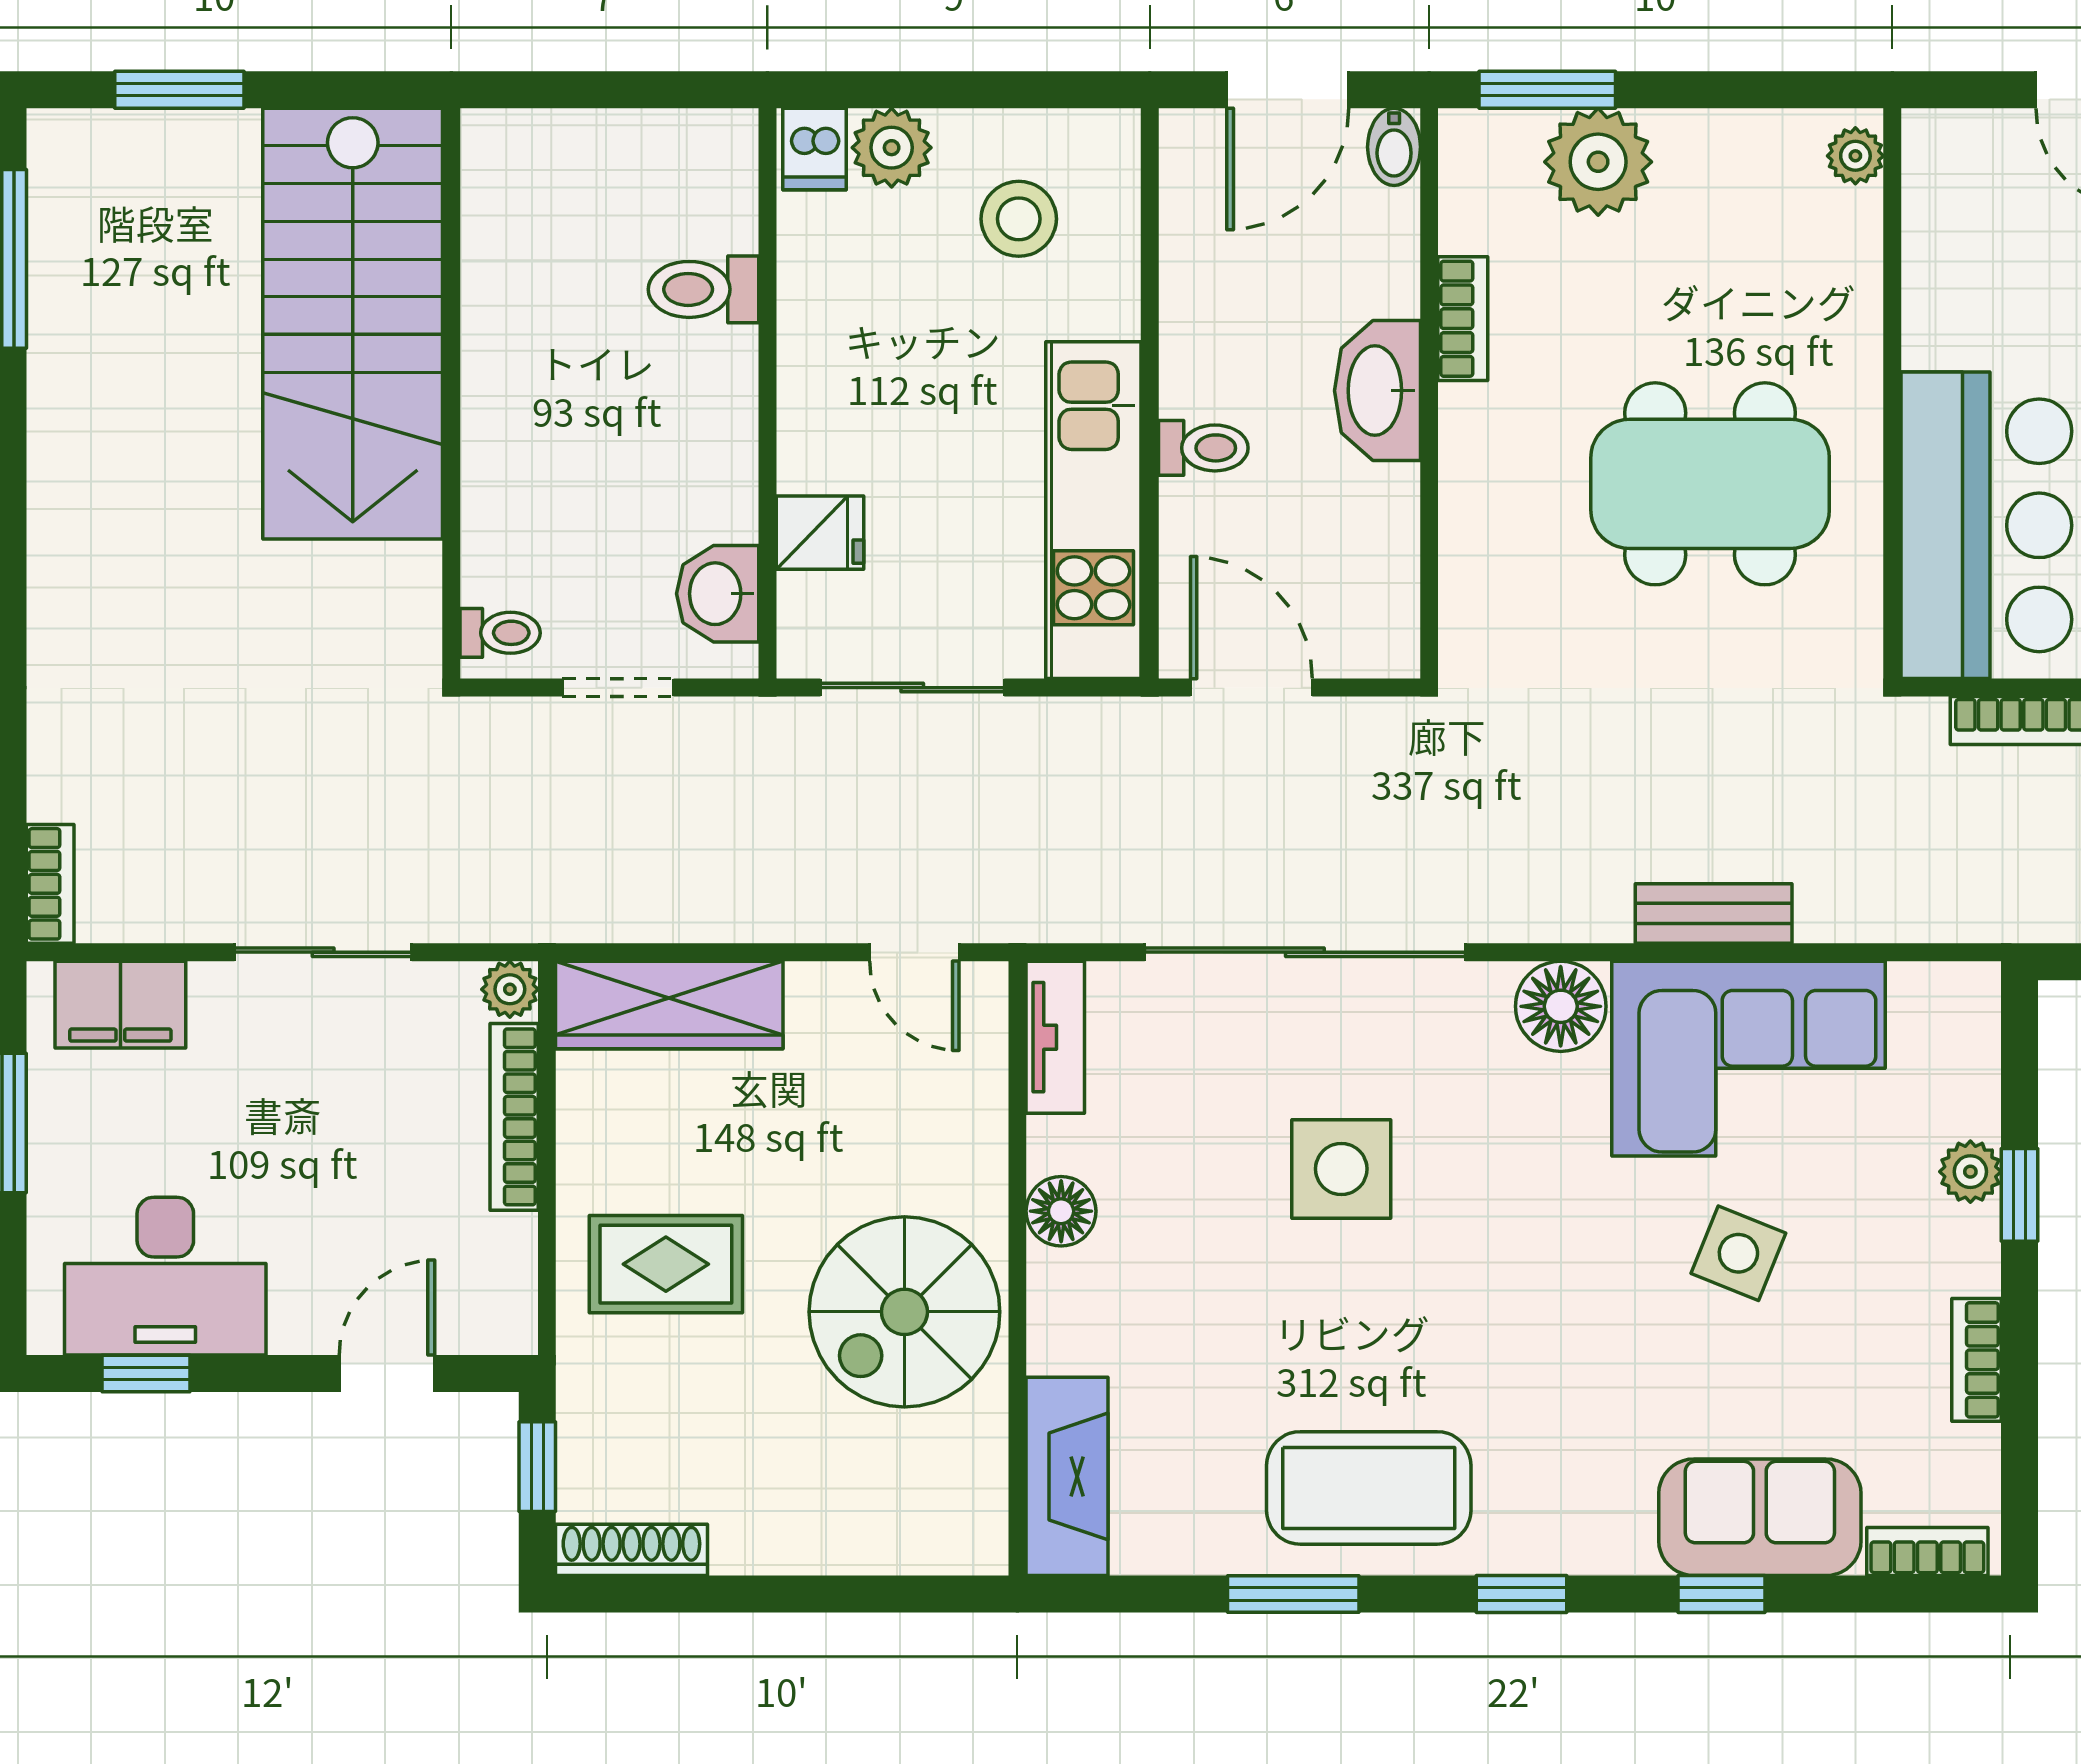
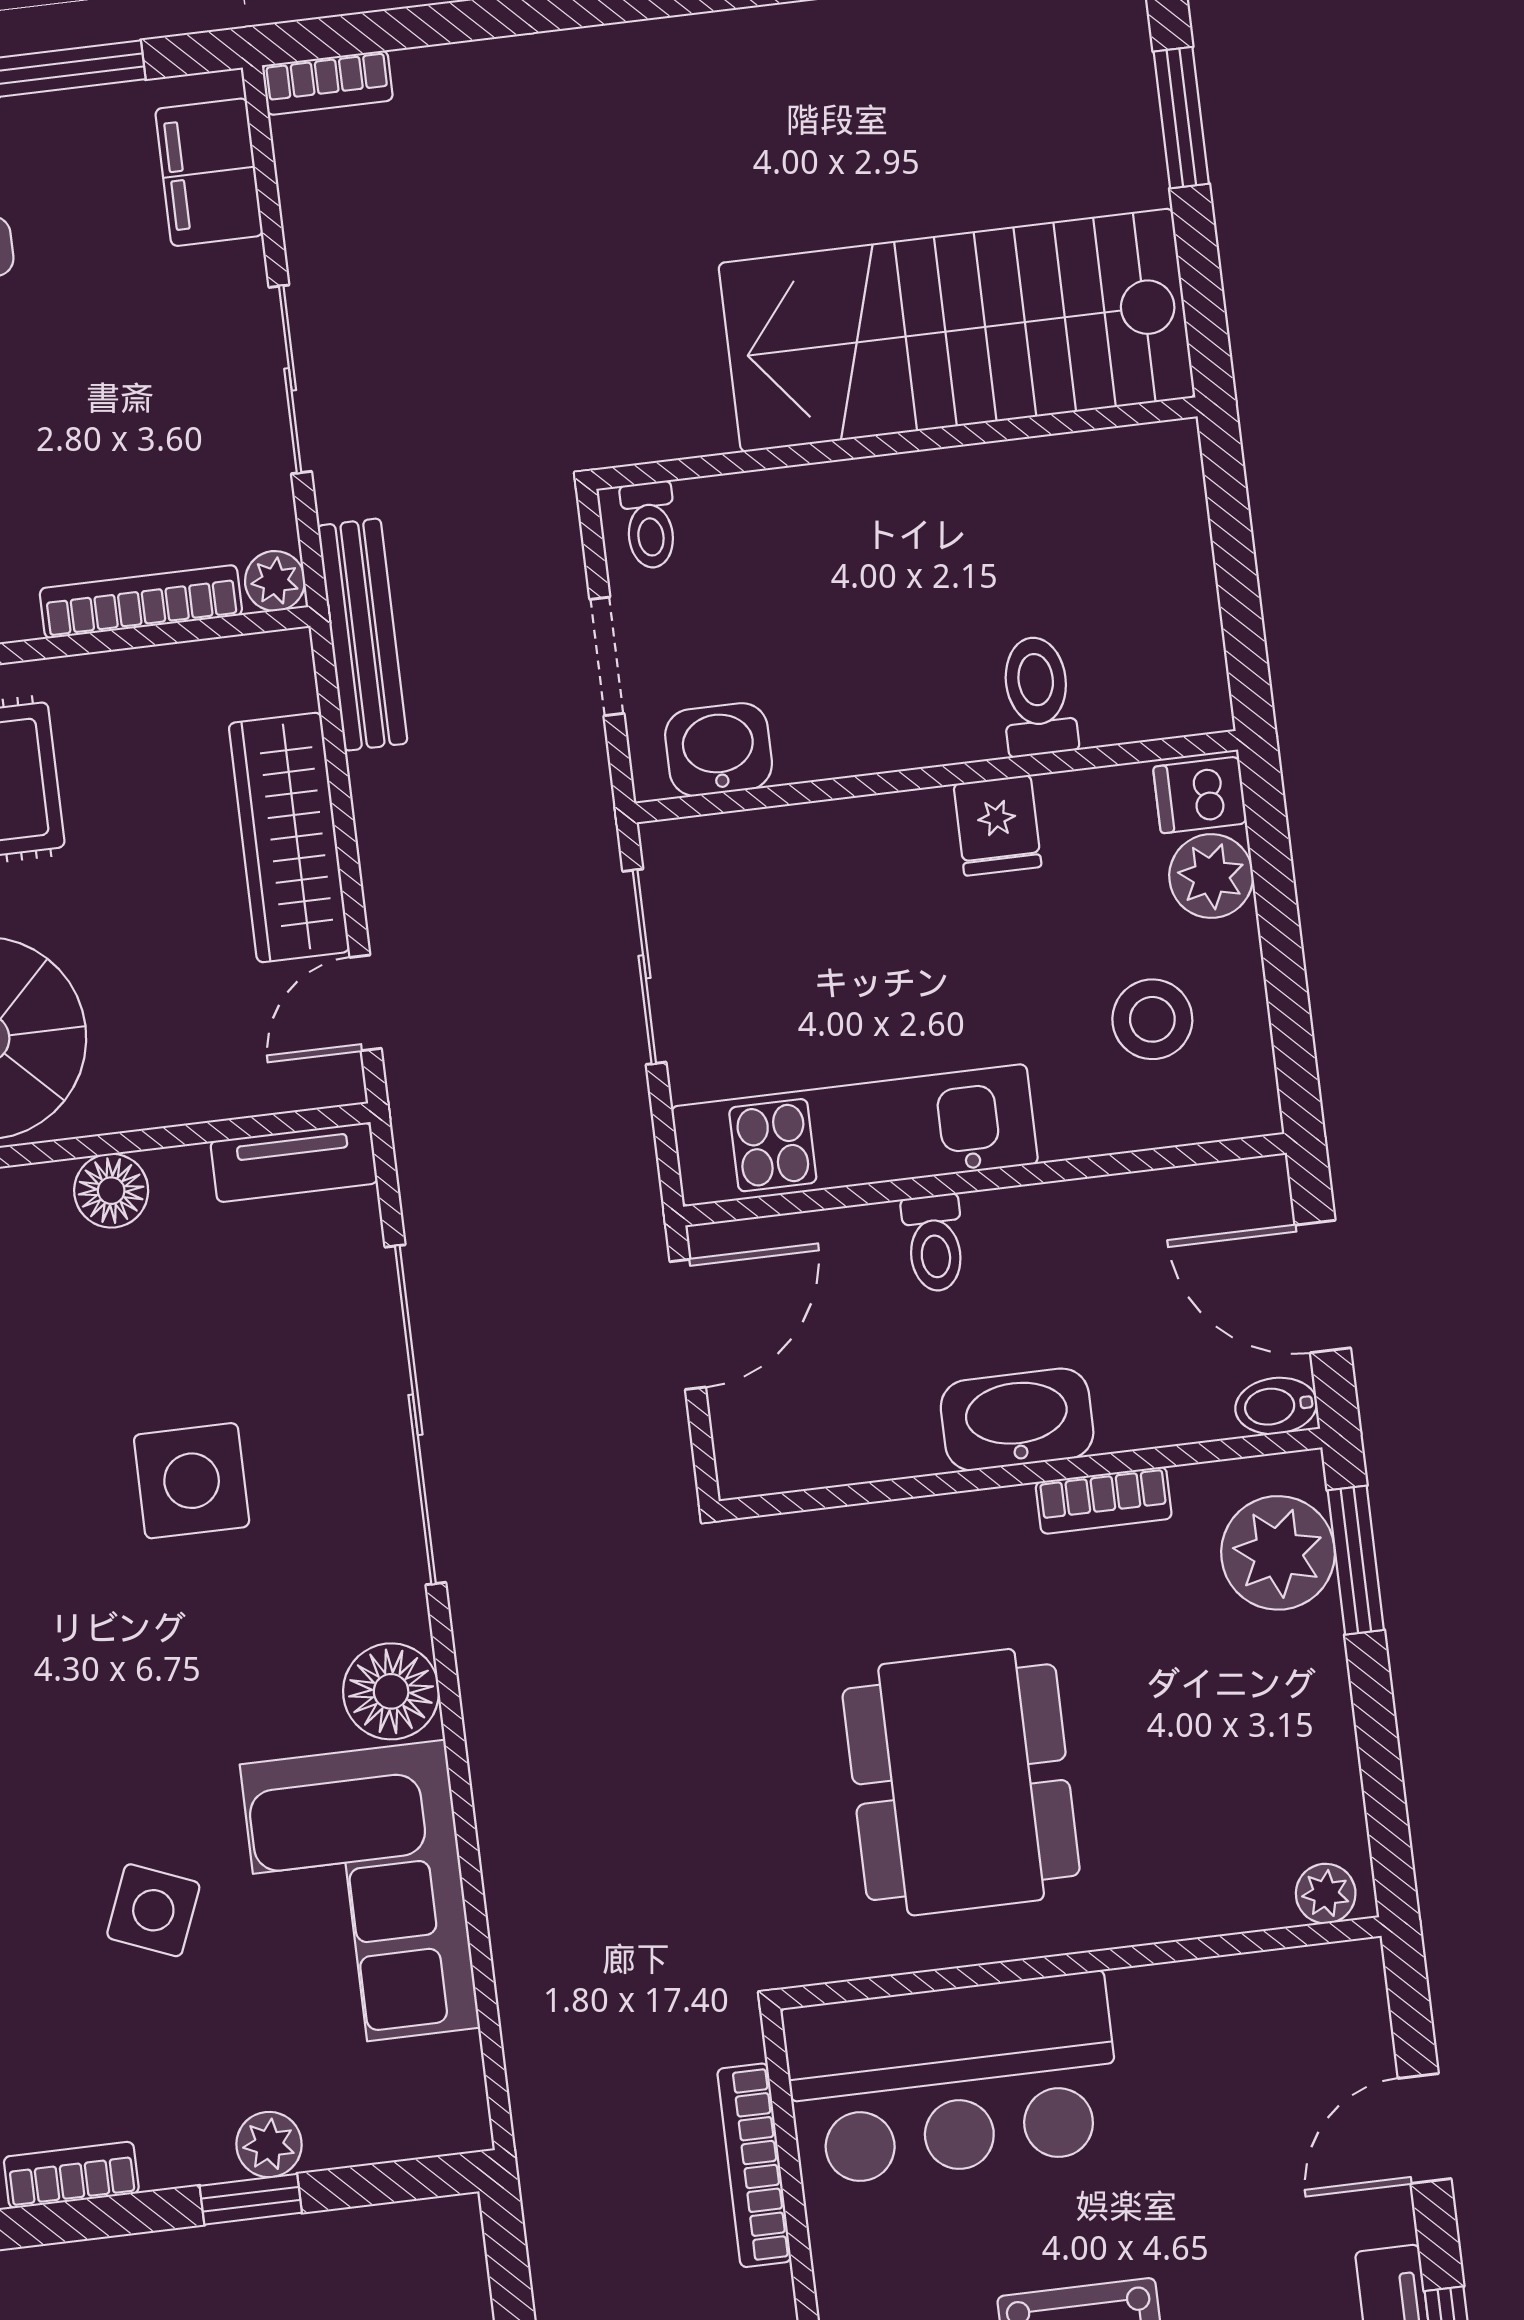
plant: (1598, 162) -> (1278, 1553), moved
fridge: (820, 533) -> (997, 825), moved
bench: (1714, 914) -> (362, 635), moved, width x1.36
wardrobe: (669, 1005) -> (289, 837), moved

